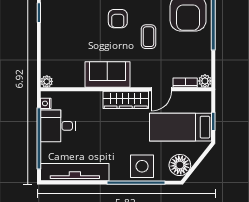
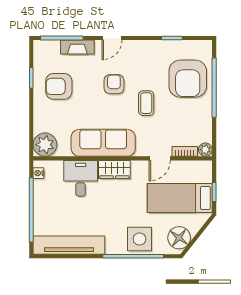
armchair: (118, 19) -> (114, 84), turned 180
armchair: (65, 21) -> (59, 86), added
sofa: (107, 75) -> (103, 143), width x1.36
plant: (47, 81) -> (45, 145), width x1.88, depth x1.88
wardrobe: (126, 100) -> (114, 169), width x0.67
desk: (58, 126) -> (81, 178), moved, turned 90

